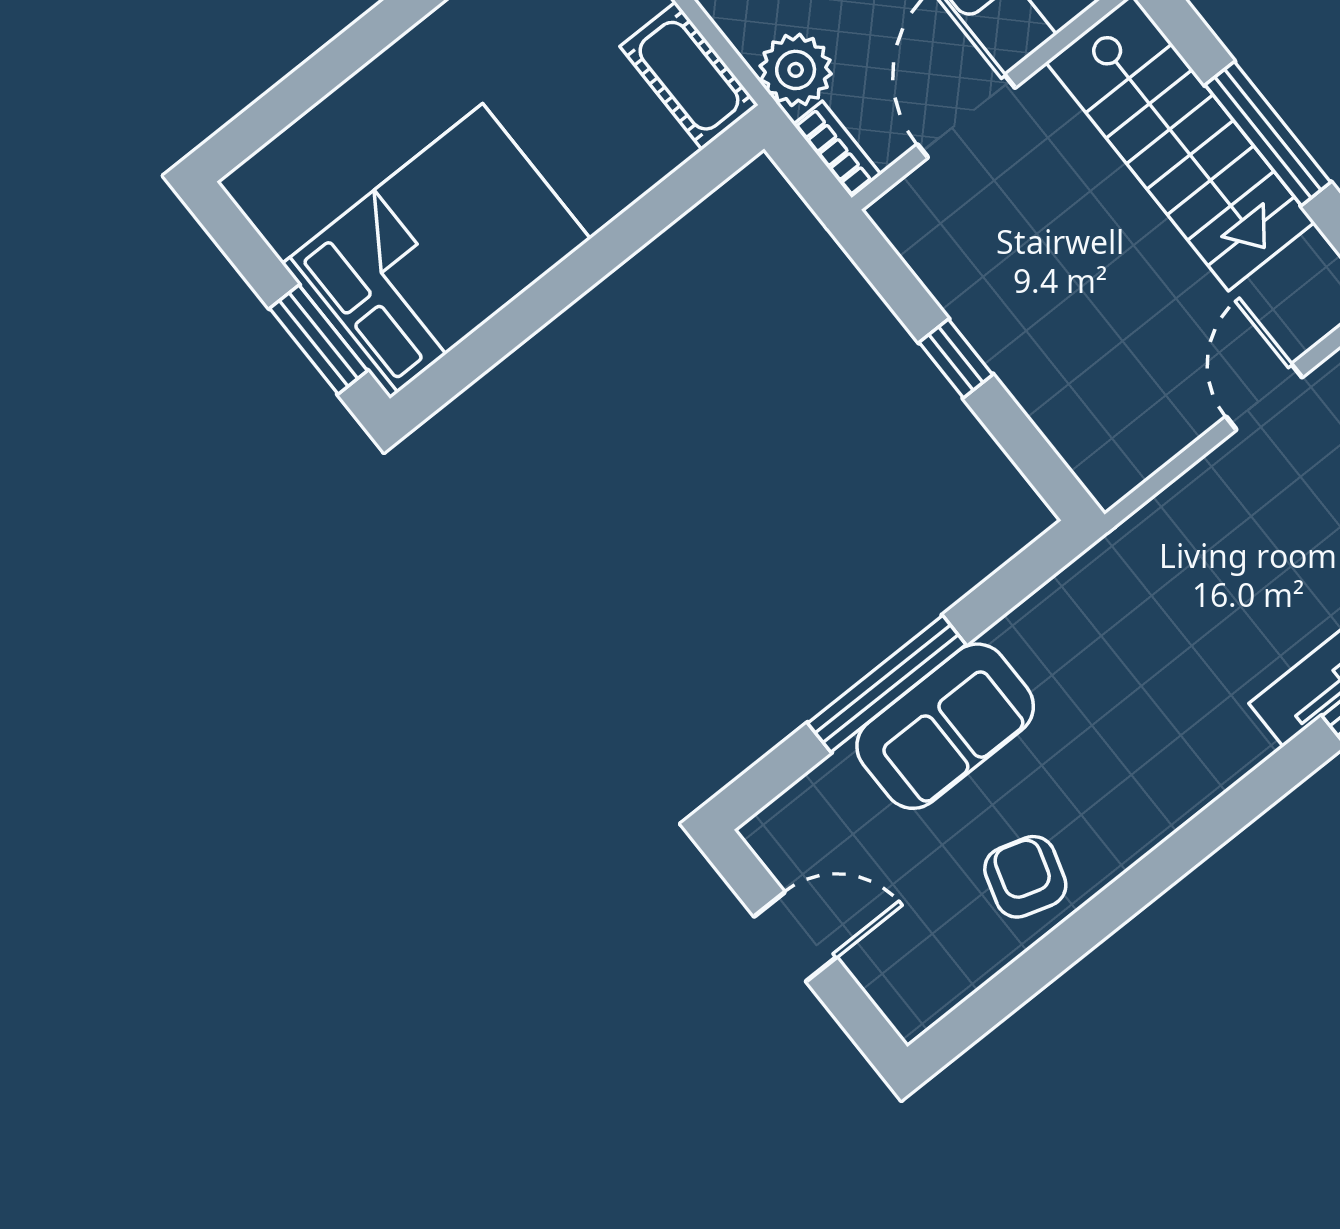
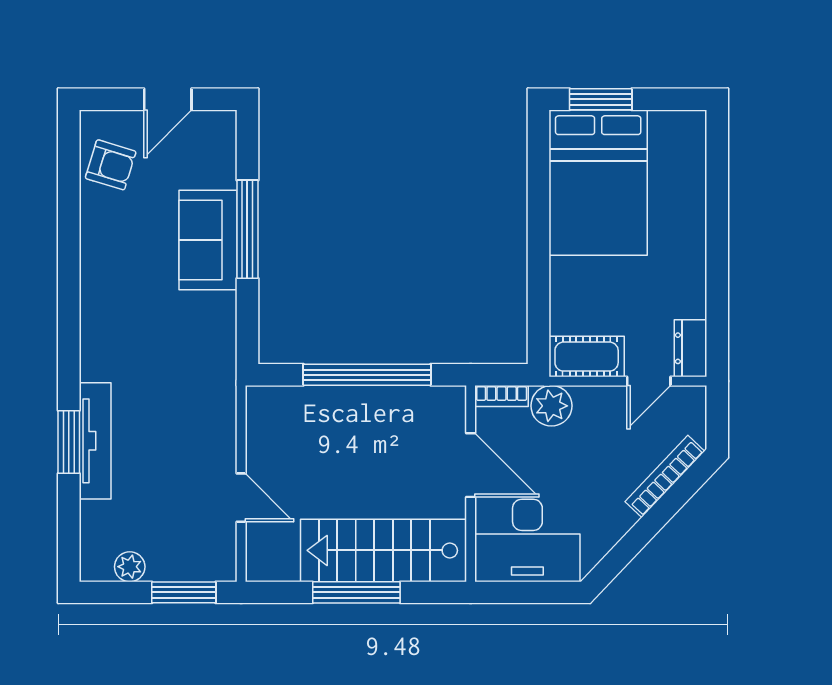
window: (956, 358) -> (367, 375), width x3.17
armchair: (1025, 877) -> (111, 165), moved

